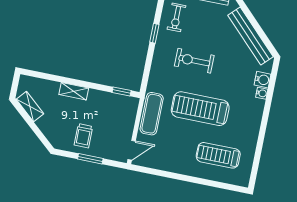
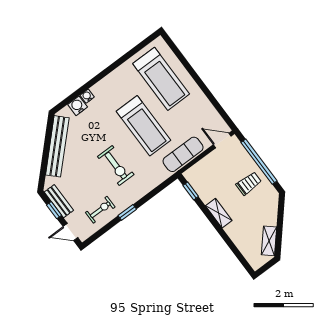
shelving: (74, 91) -> (219, 213), moved
treadmill: (218, 155) -> (161, 79), width x1.37, depth x1.38
window: (90, 159) -> (259, 162), width x2.11

